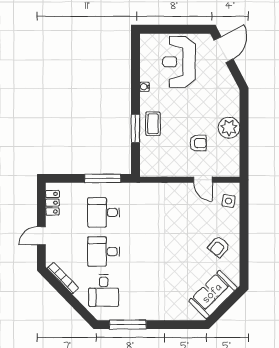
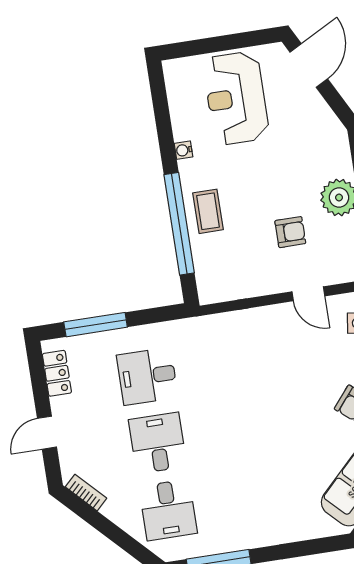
window: (135, 128) -> (179, 224), width x2.11
window: (103, 178) -> (96, 325), moved
desk: (104, 252) -> (158, 443), turned 90
bookcase: (63, 278) -> (86, 493), width x0.64

